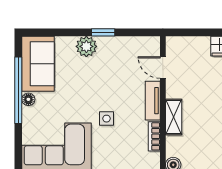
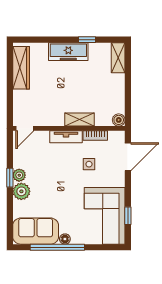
plant: (106, 44) -> (19, 175), added
door: (163, 67) -> (25, 128), moved
side table: (107, 119) -> (89, 164), moved

